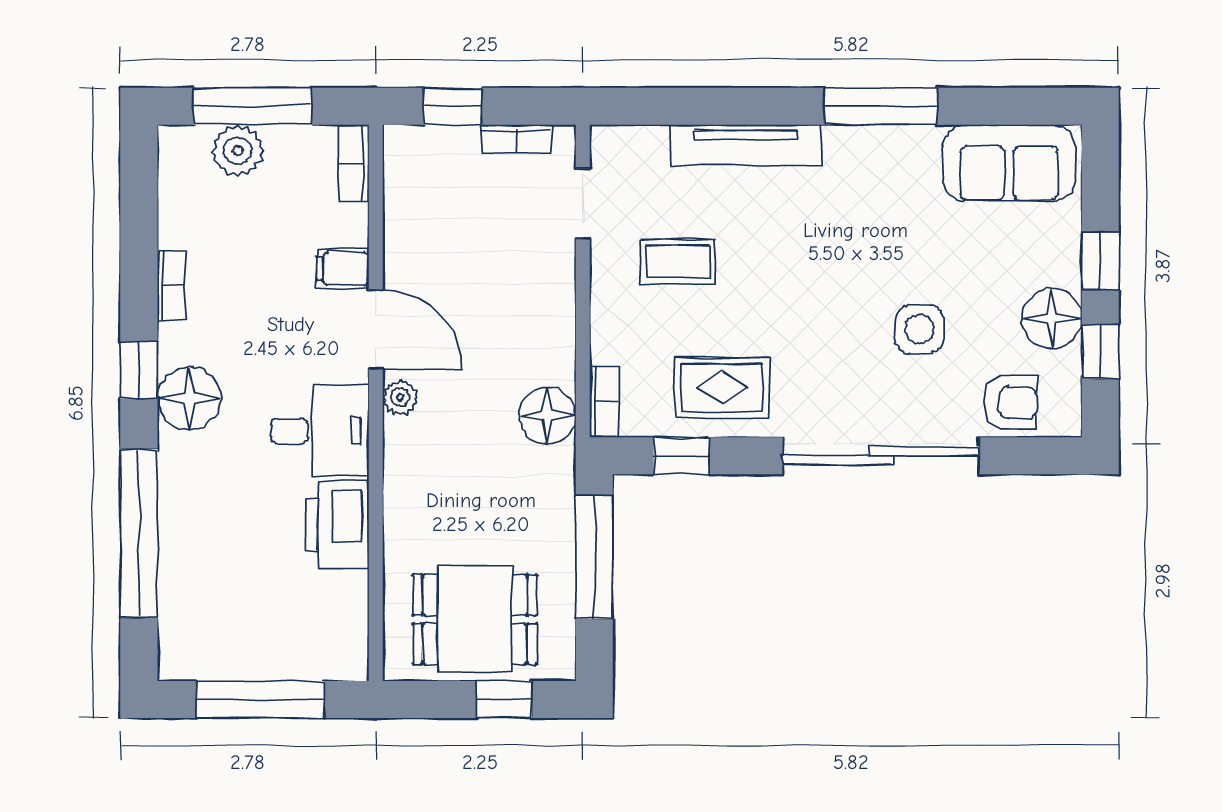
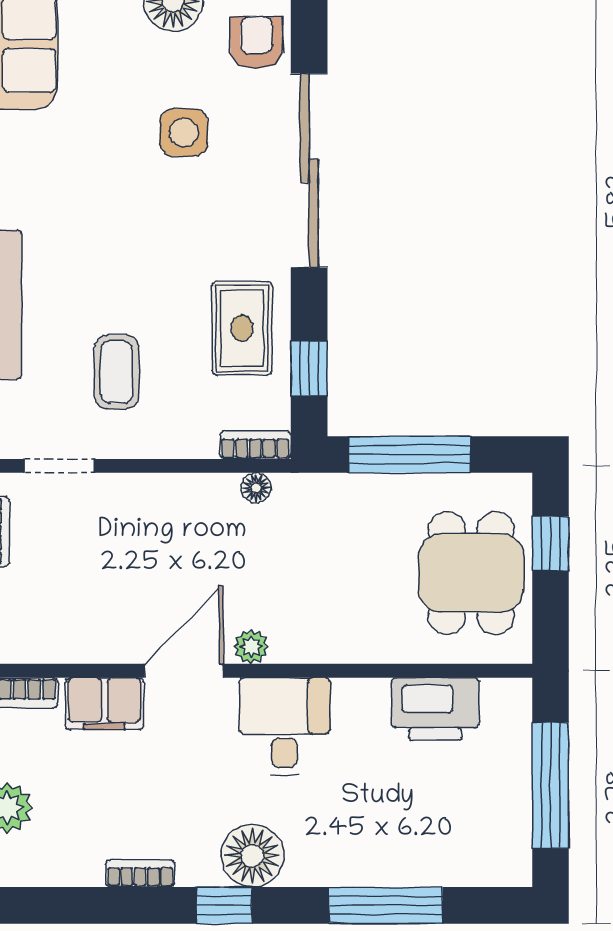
filing cabinet: (343, 269) -> (104, 704), width x2.00
floor lamp: (547, 416) -> (256, 488), width x0.53, depth x0.53
printer: (337, 524) -> (435, 709), moved
window: (139, 533) -> (386, 905), width x0.68

